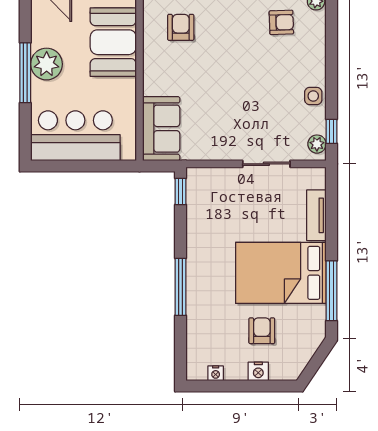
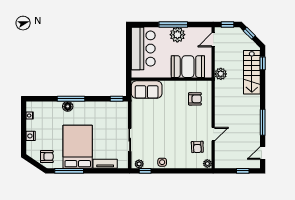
floor lamp: (196, 294) -> (68, 106), added
armchair: (262, 331) -> (47, 157), moved

